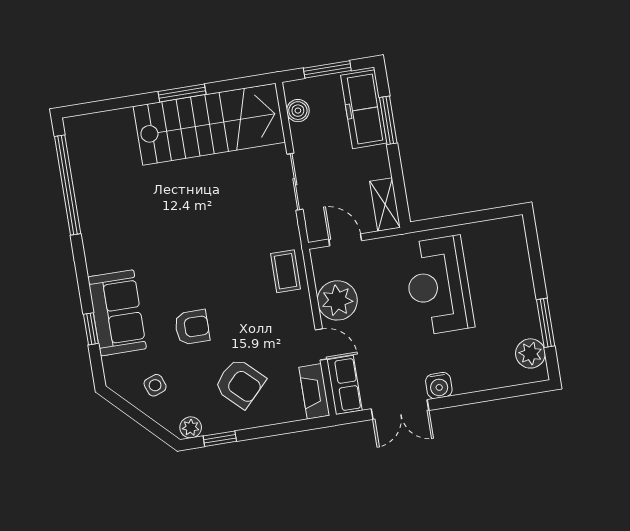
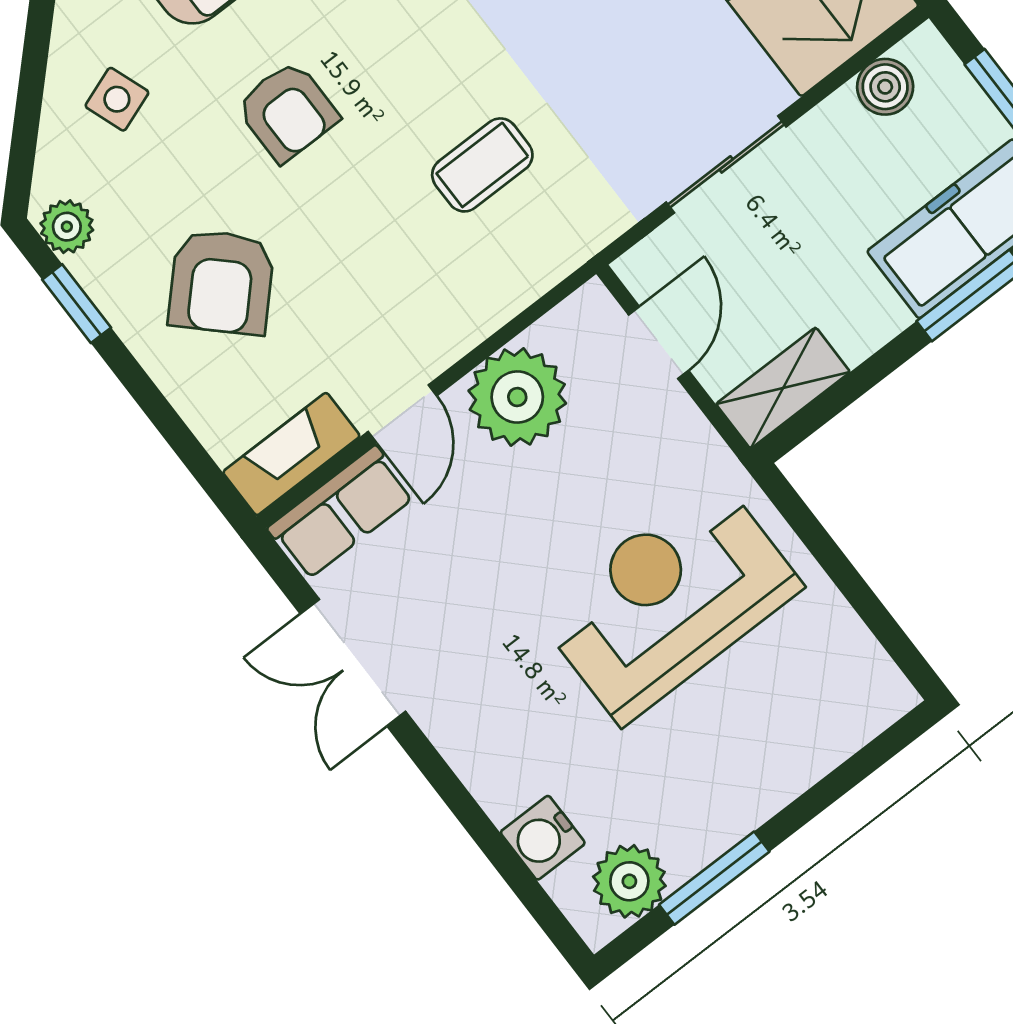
coffee table: (285, 271) -> (482, 165), moved
water cooler: (439, 385) -> (543, 838), moved

